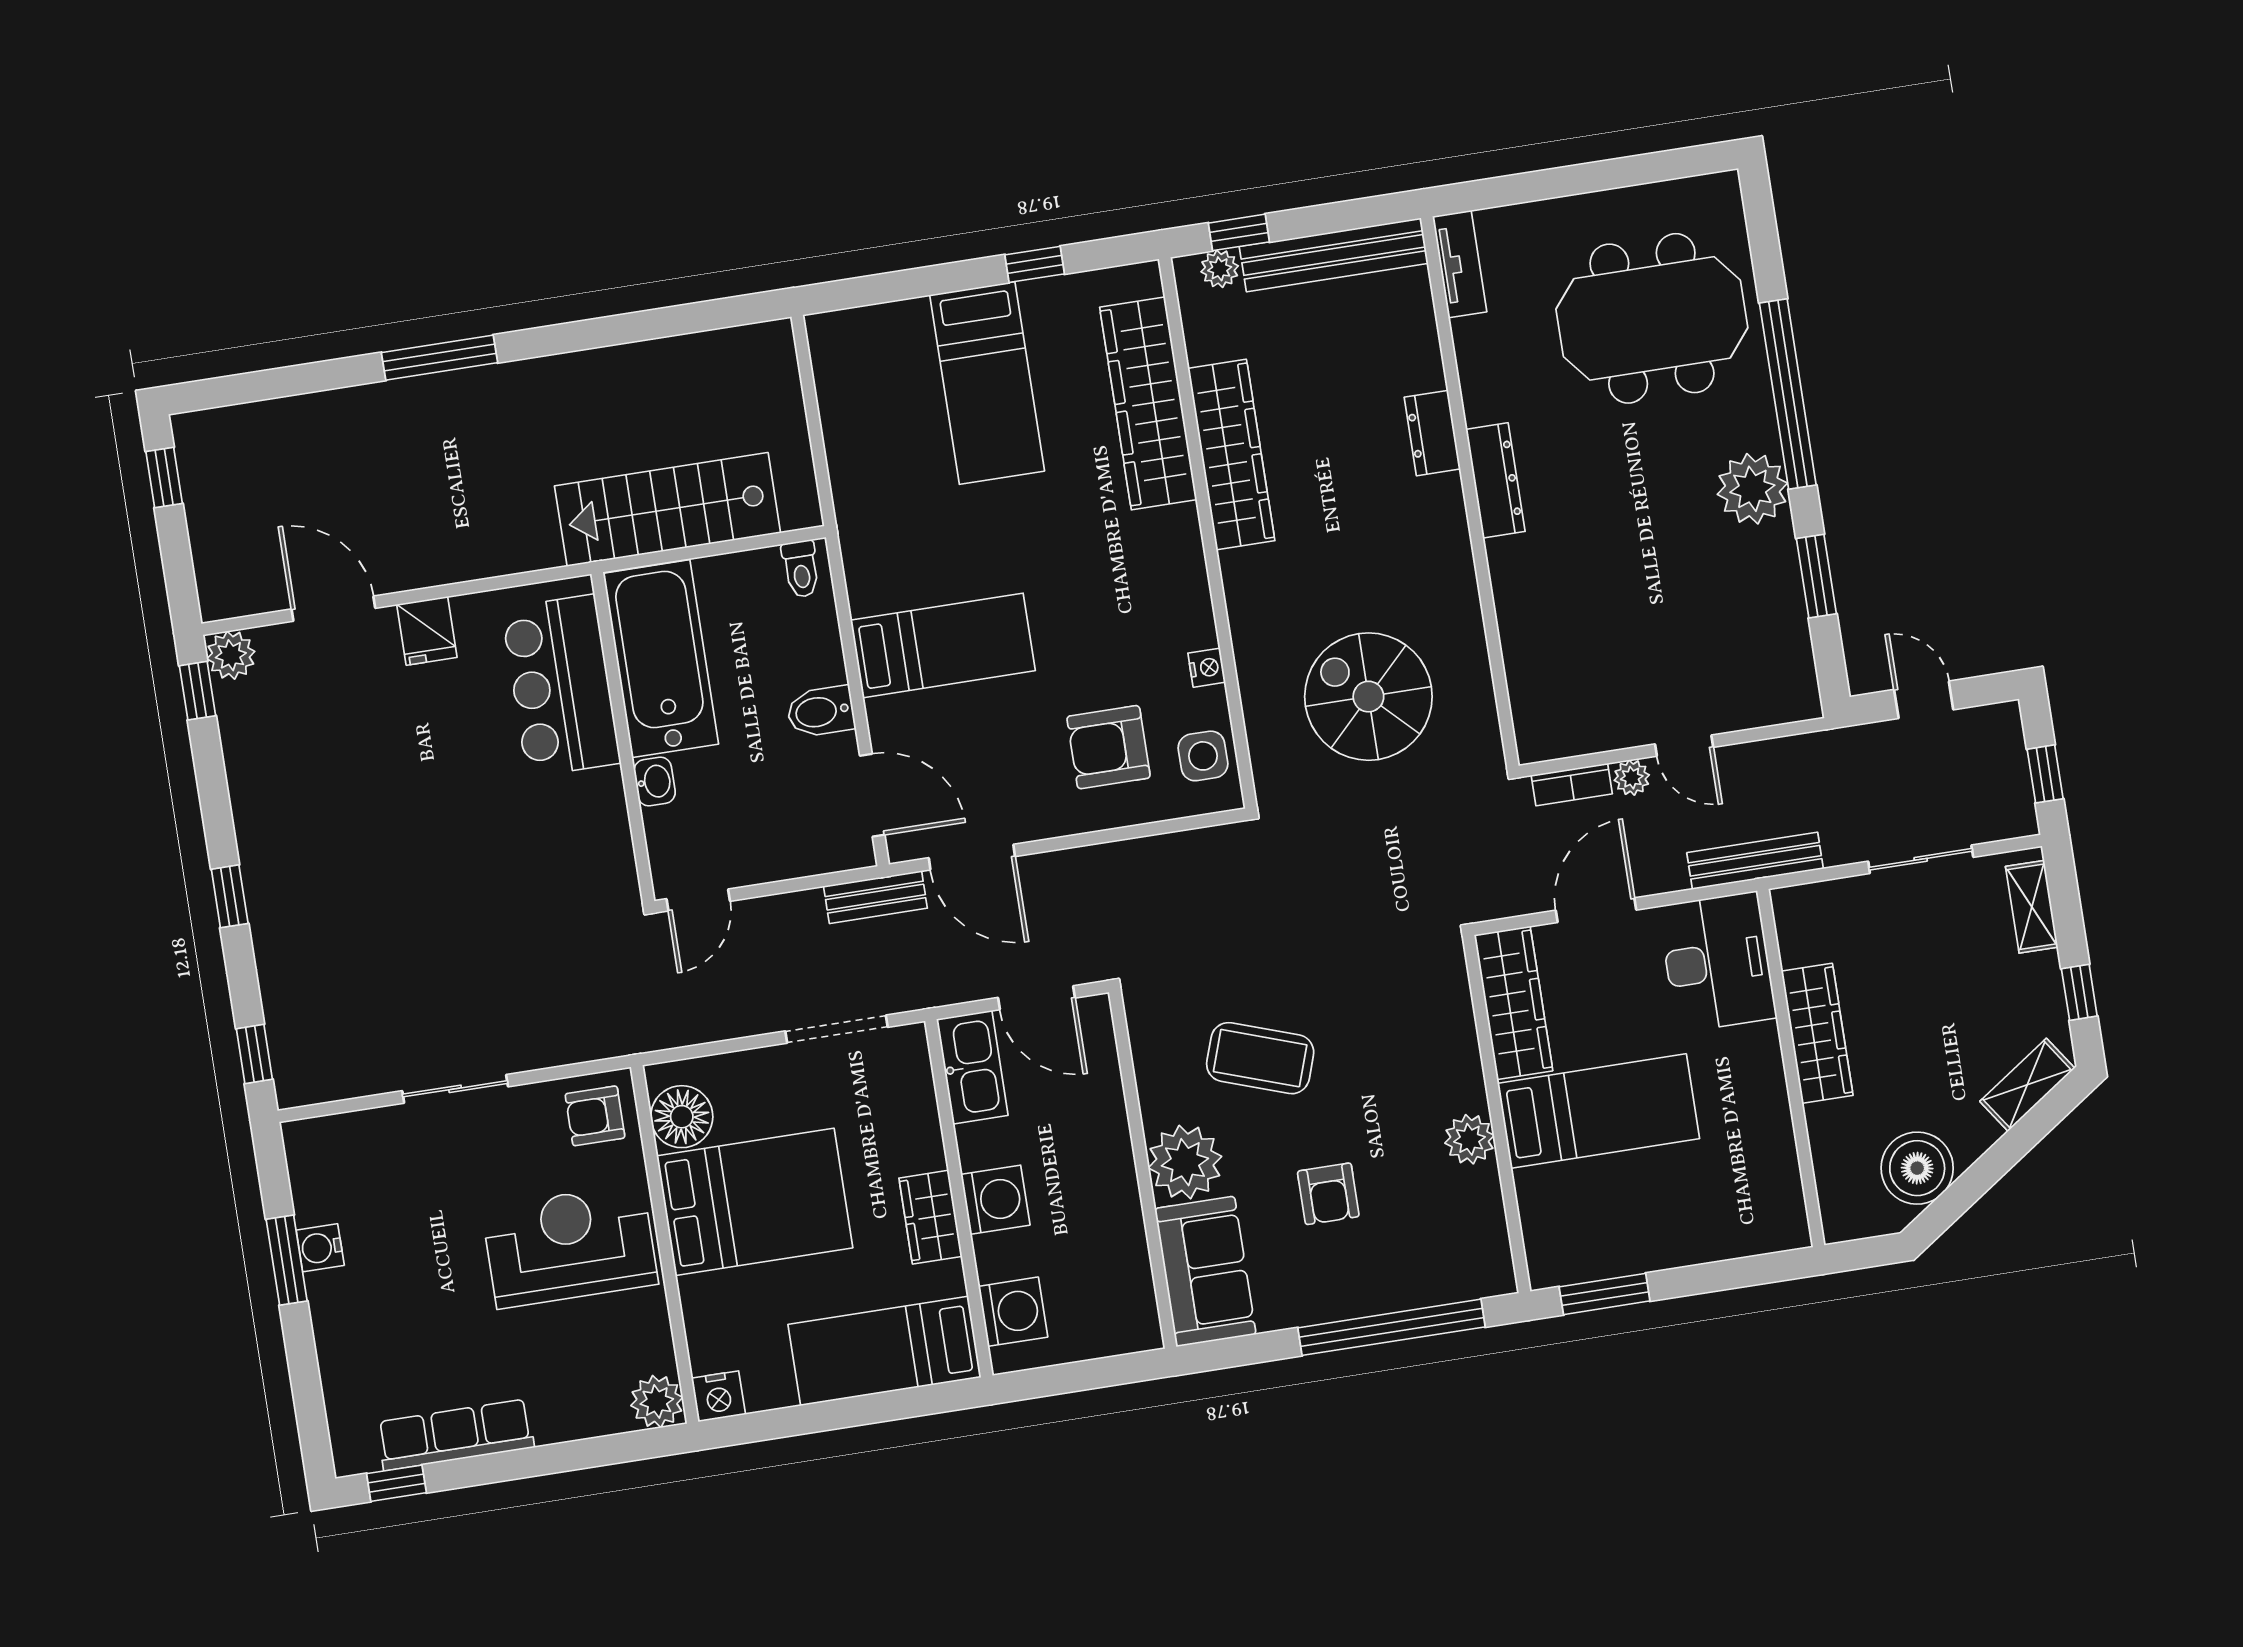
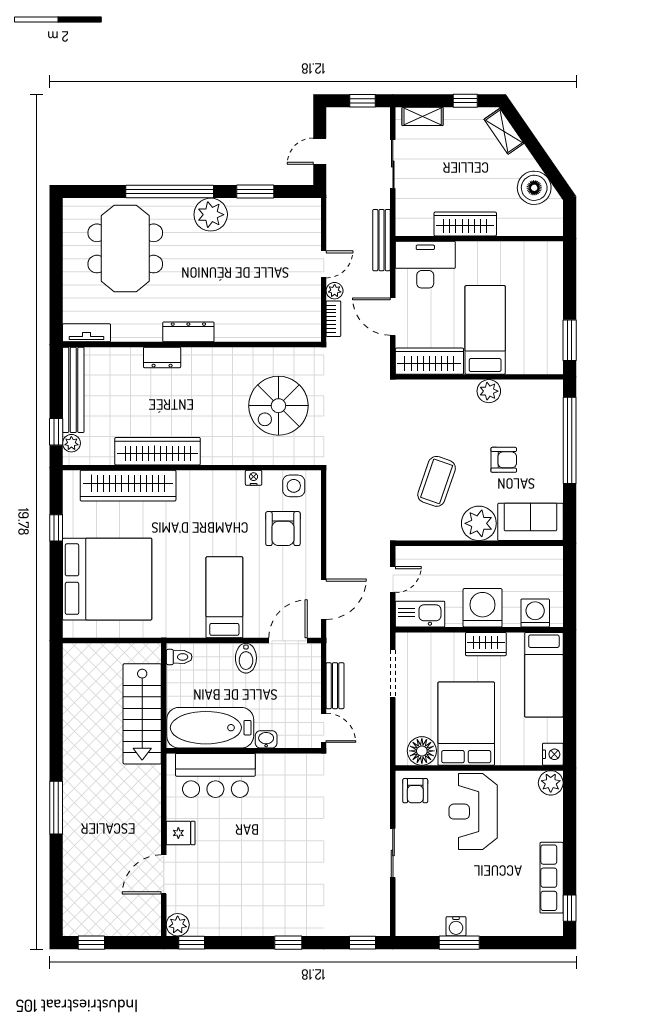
bed: (987, 383) -> (107, 579), width x2.04
bench: (875, 897) -> (335, 686), moved
door: (1037, 998) -> (393, 580), width x0.73
washing machine: (995, 1200) -> (483, 608), width x1.37, depth x1.37

